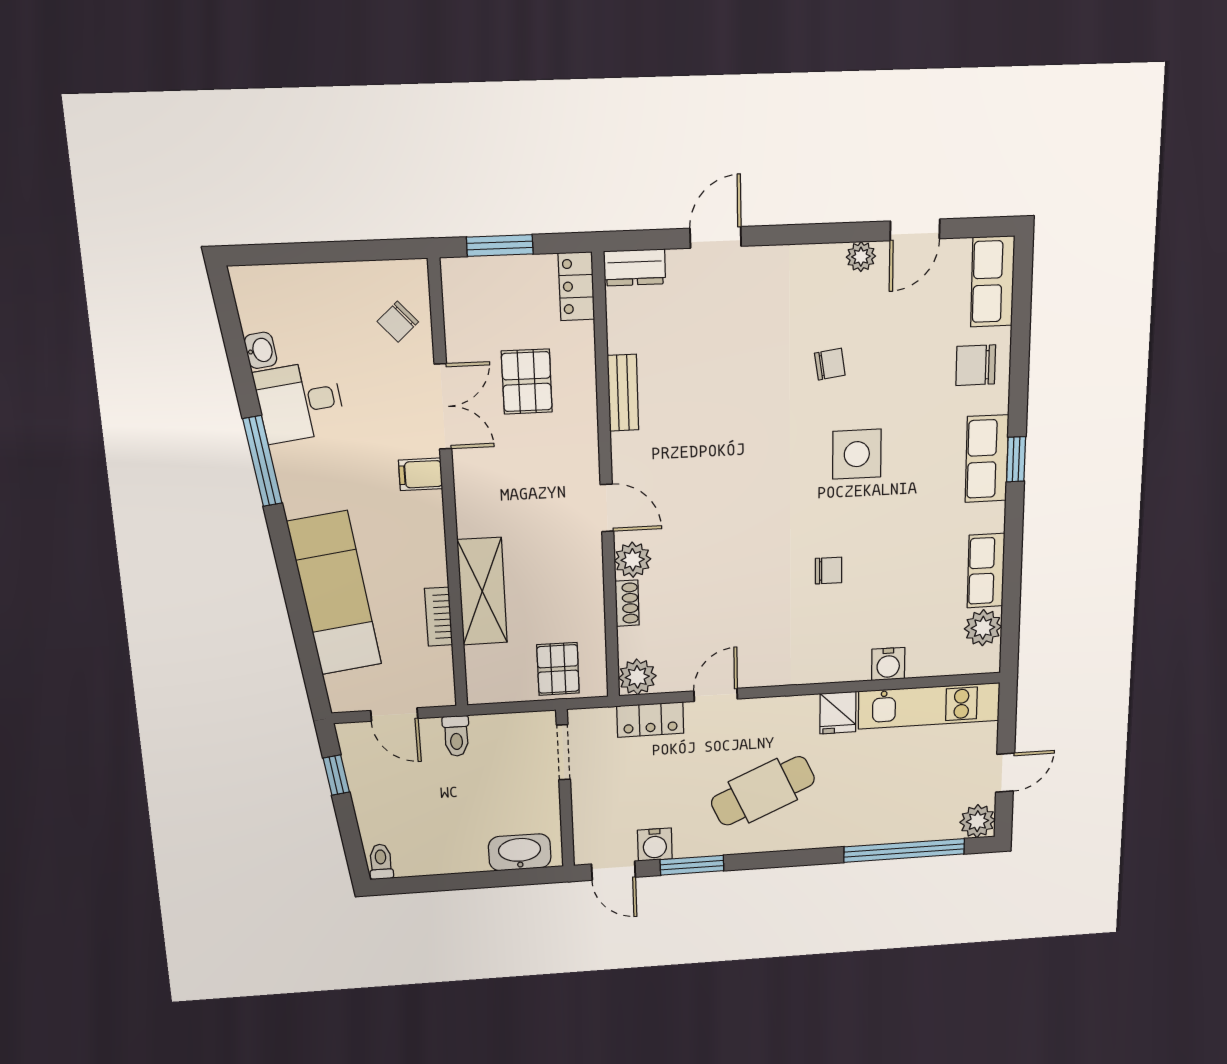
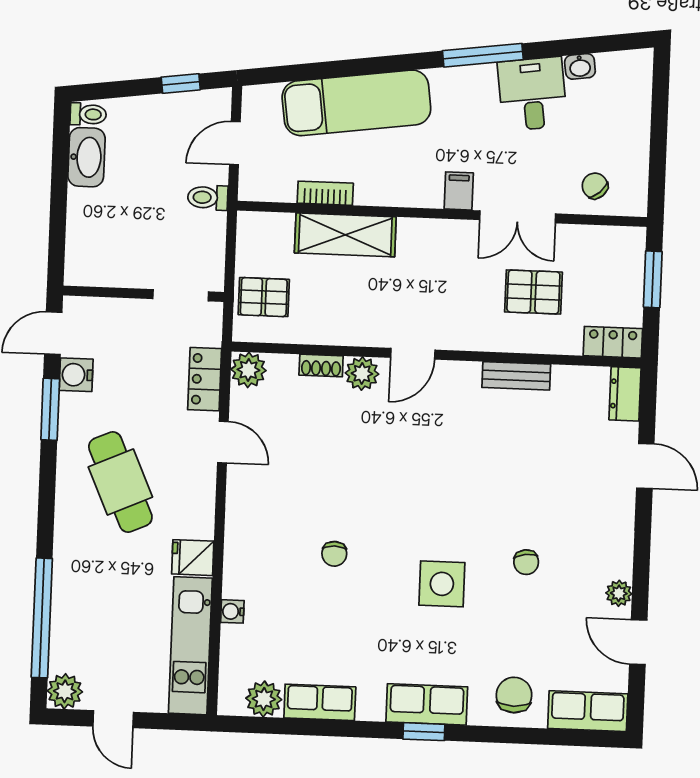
water cooler: (888, 664) -> (232, 611), width x0.72, depth x0.72
washbasin: (520, 852) -> (86, 157), moved

